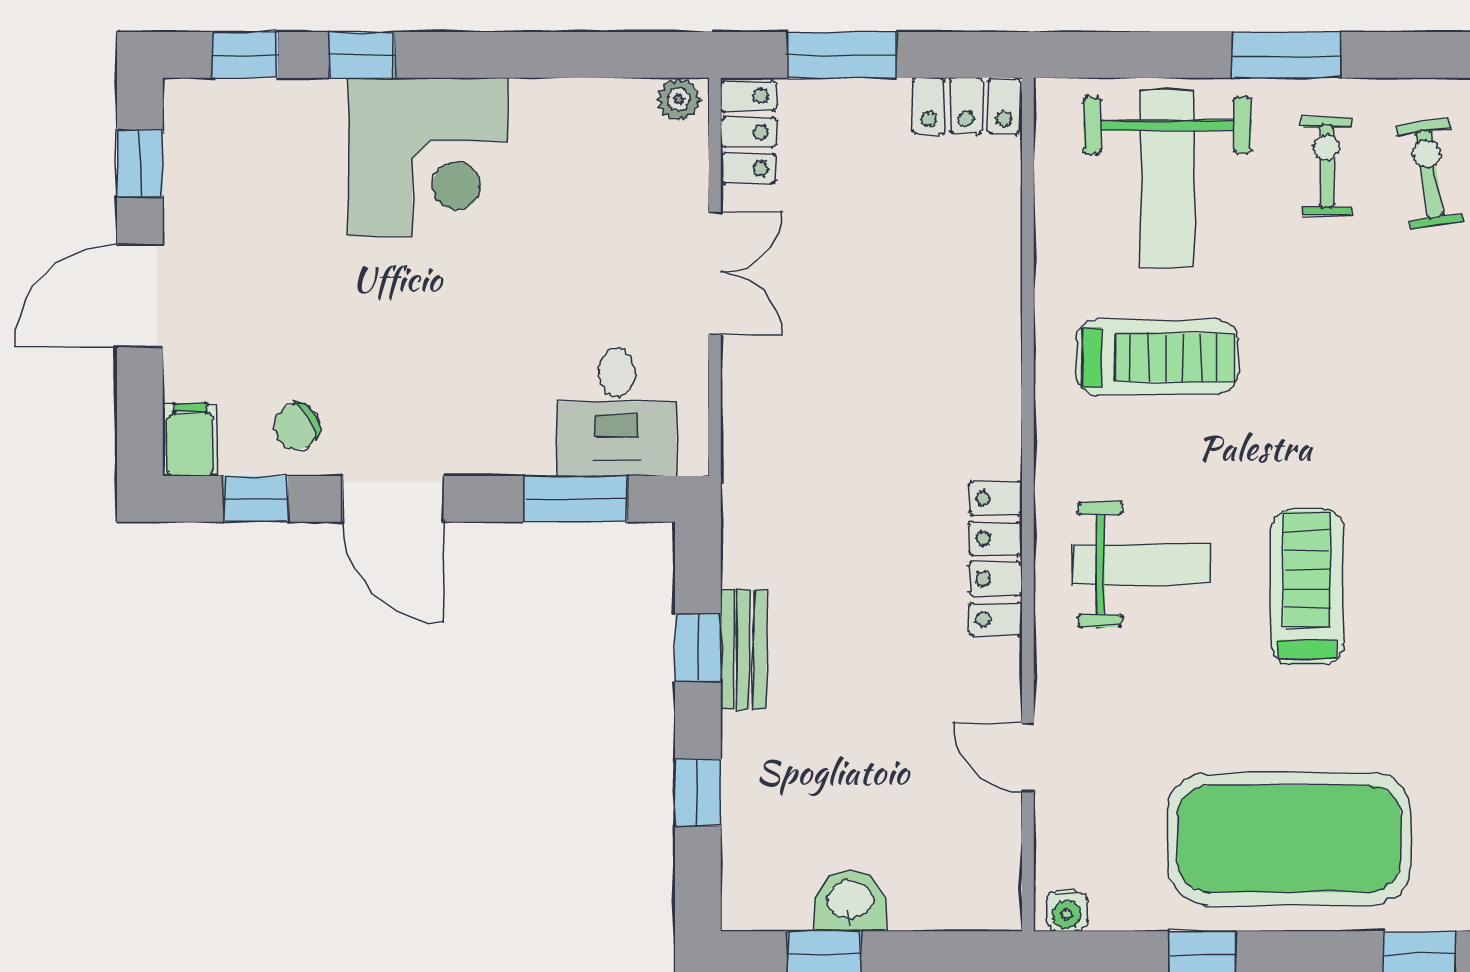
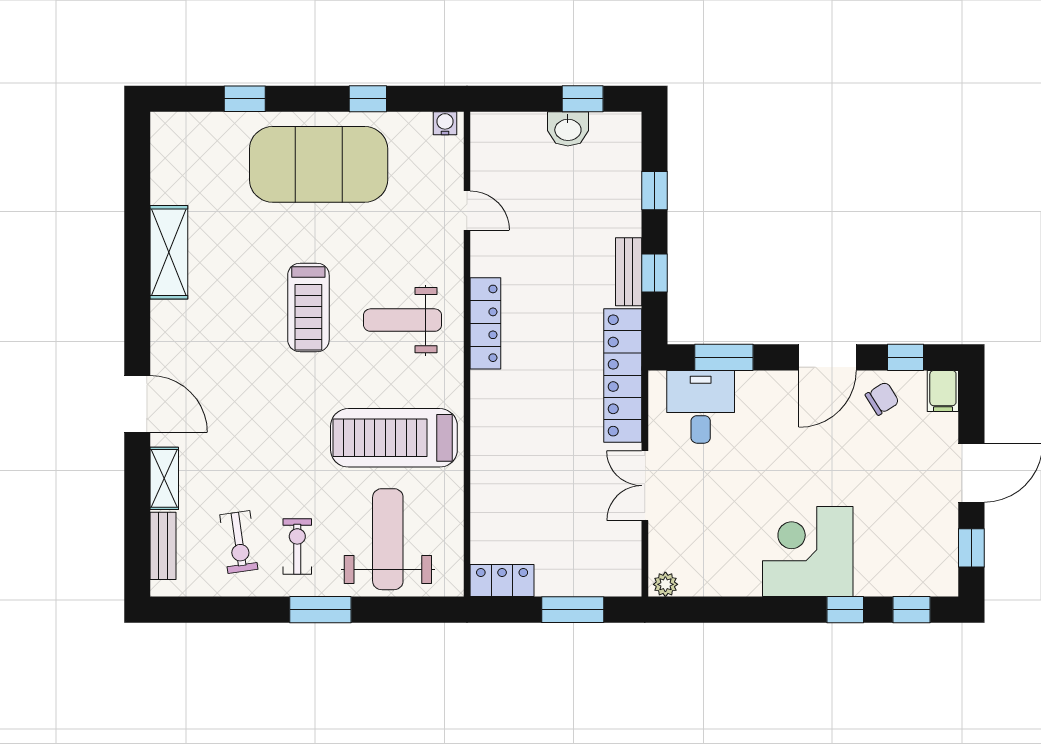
locker: (748, 132) -> (623, 375), moved, width x2.16, depth x1.21
exercise bike: (1327, 166) -> (297, 546), turned 180
treadmill: (1156, 357) -> (394, 438), width x1.37, depth x1.38
door: (393, 499) -> (828, 357), swing flipped

